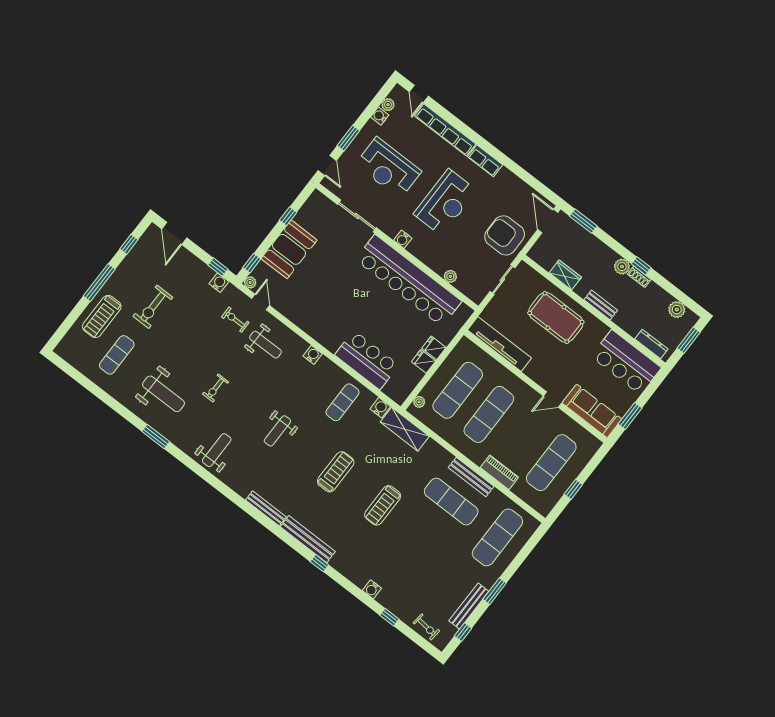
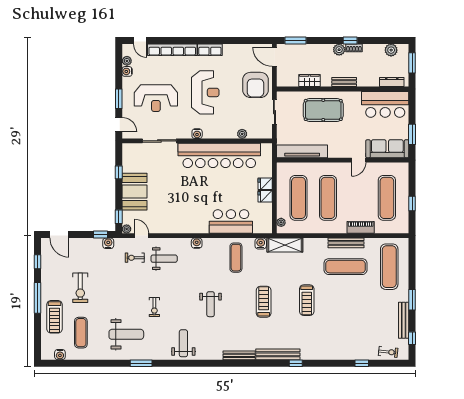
armchair: (505, 235) -> (256, 85), turned -90
water cooler: (372, 589) -> (60, 355), moved

